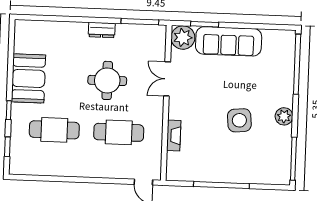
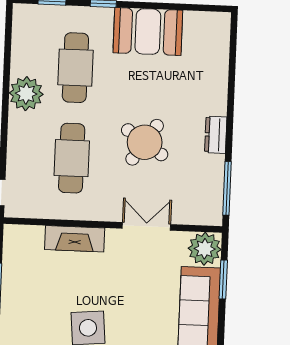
round table: (107, 80) -> (145, 142), turned 34
fireplace: (174, 136) -> (75, 239), width x1.37, depth x1.32
plant: (73, 165) -> (26, 94), added

